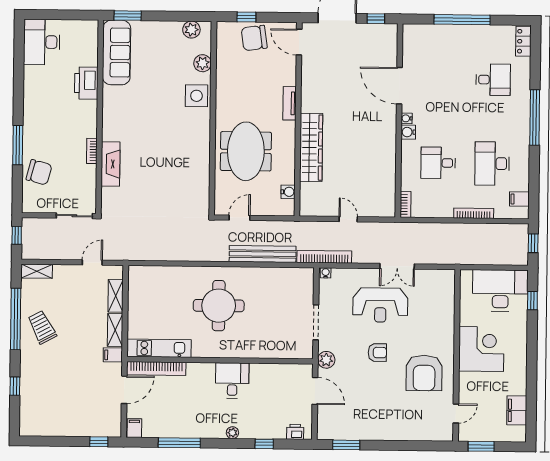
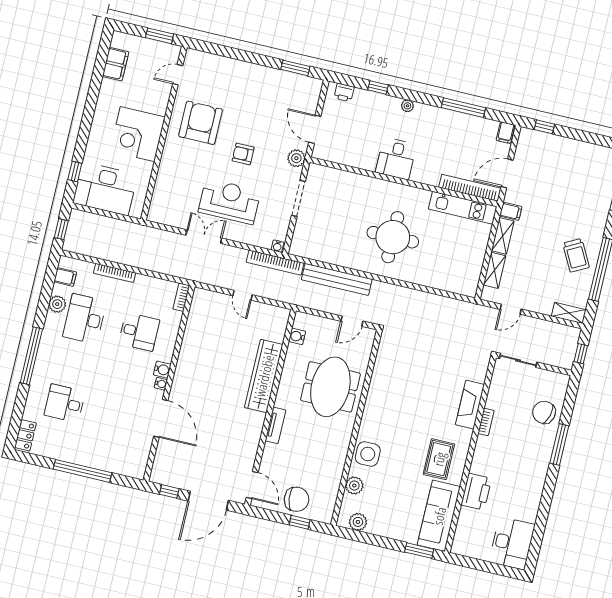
rug: (128, 106) -> (439, 459), added
desk: (492, 164) -> (85, 319), turned 180
plant: (521, 172) -> (57, 304), added

